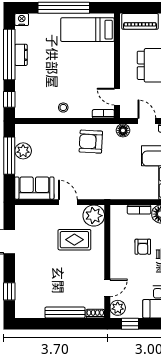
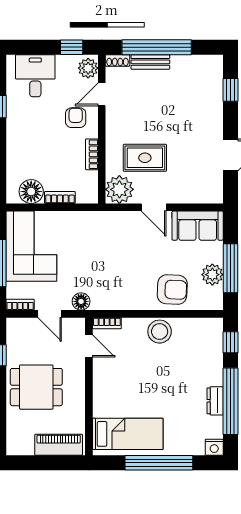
stool: (63, 108) -> (160, 332), width x1.89, depth x1.89
armchair: (91, 142) -> (172, 290), moved
bookcase: (115, 242) -> (92, 154), added
armchair: (143, 247) -> (76, 118), moved
bench: (65, 313) -> (150, 62), width x0.73
window: (65, 324) -> (157, 47), added

